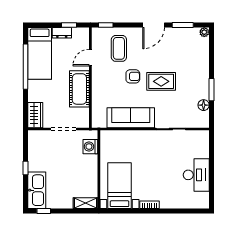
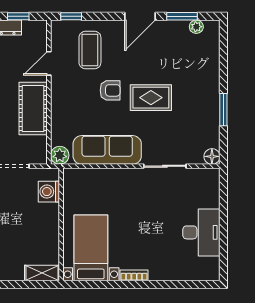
plant: (204, 32) -> (196, 27), moved
floor lamp: (204, 105) -> (212, 156), moved
plant: (98, 121) -> (60, 155), added

